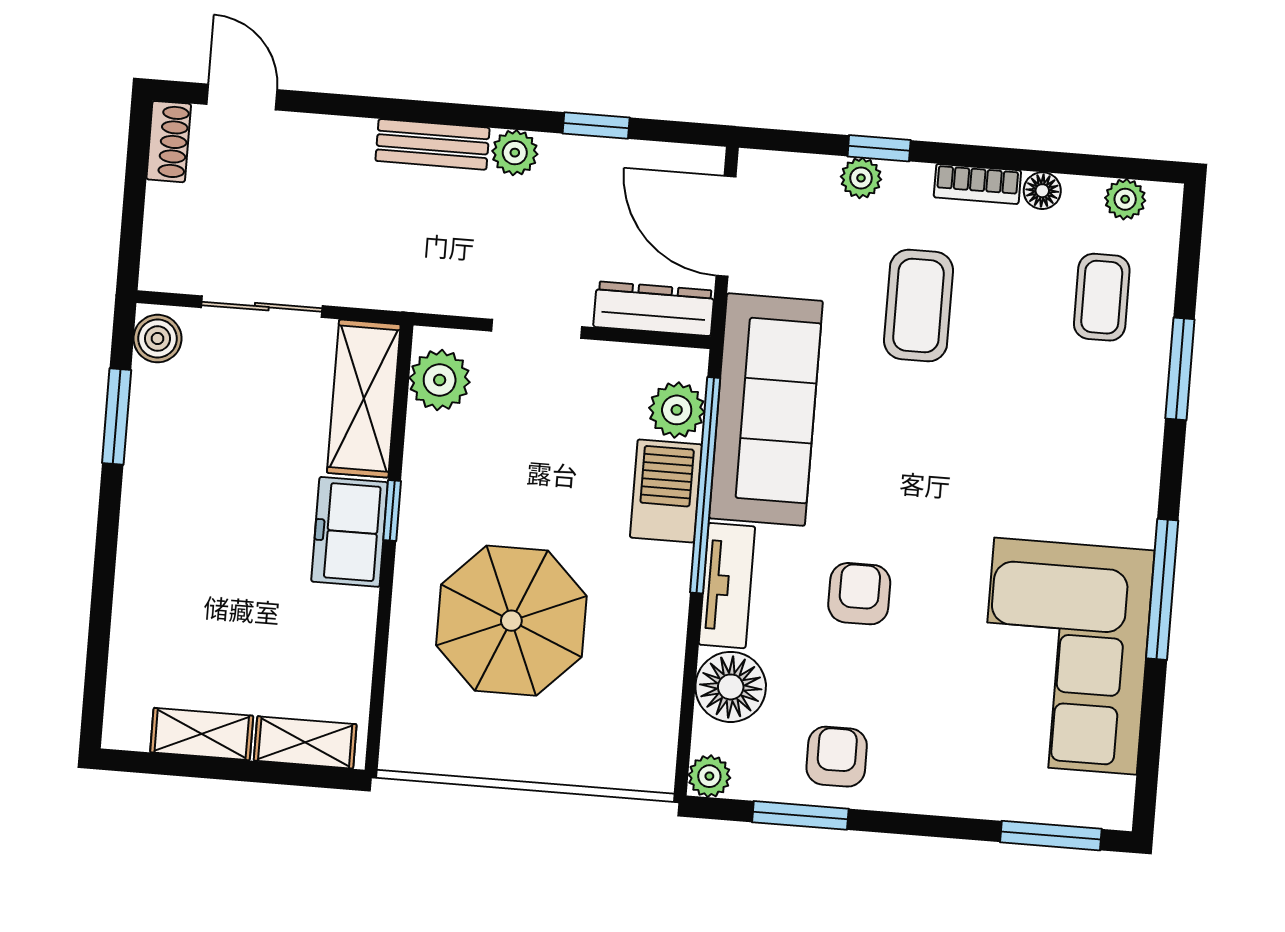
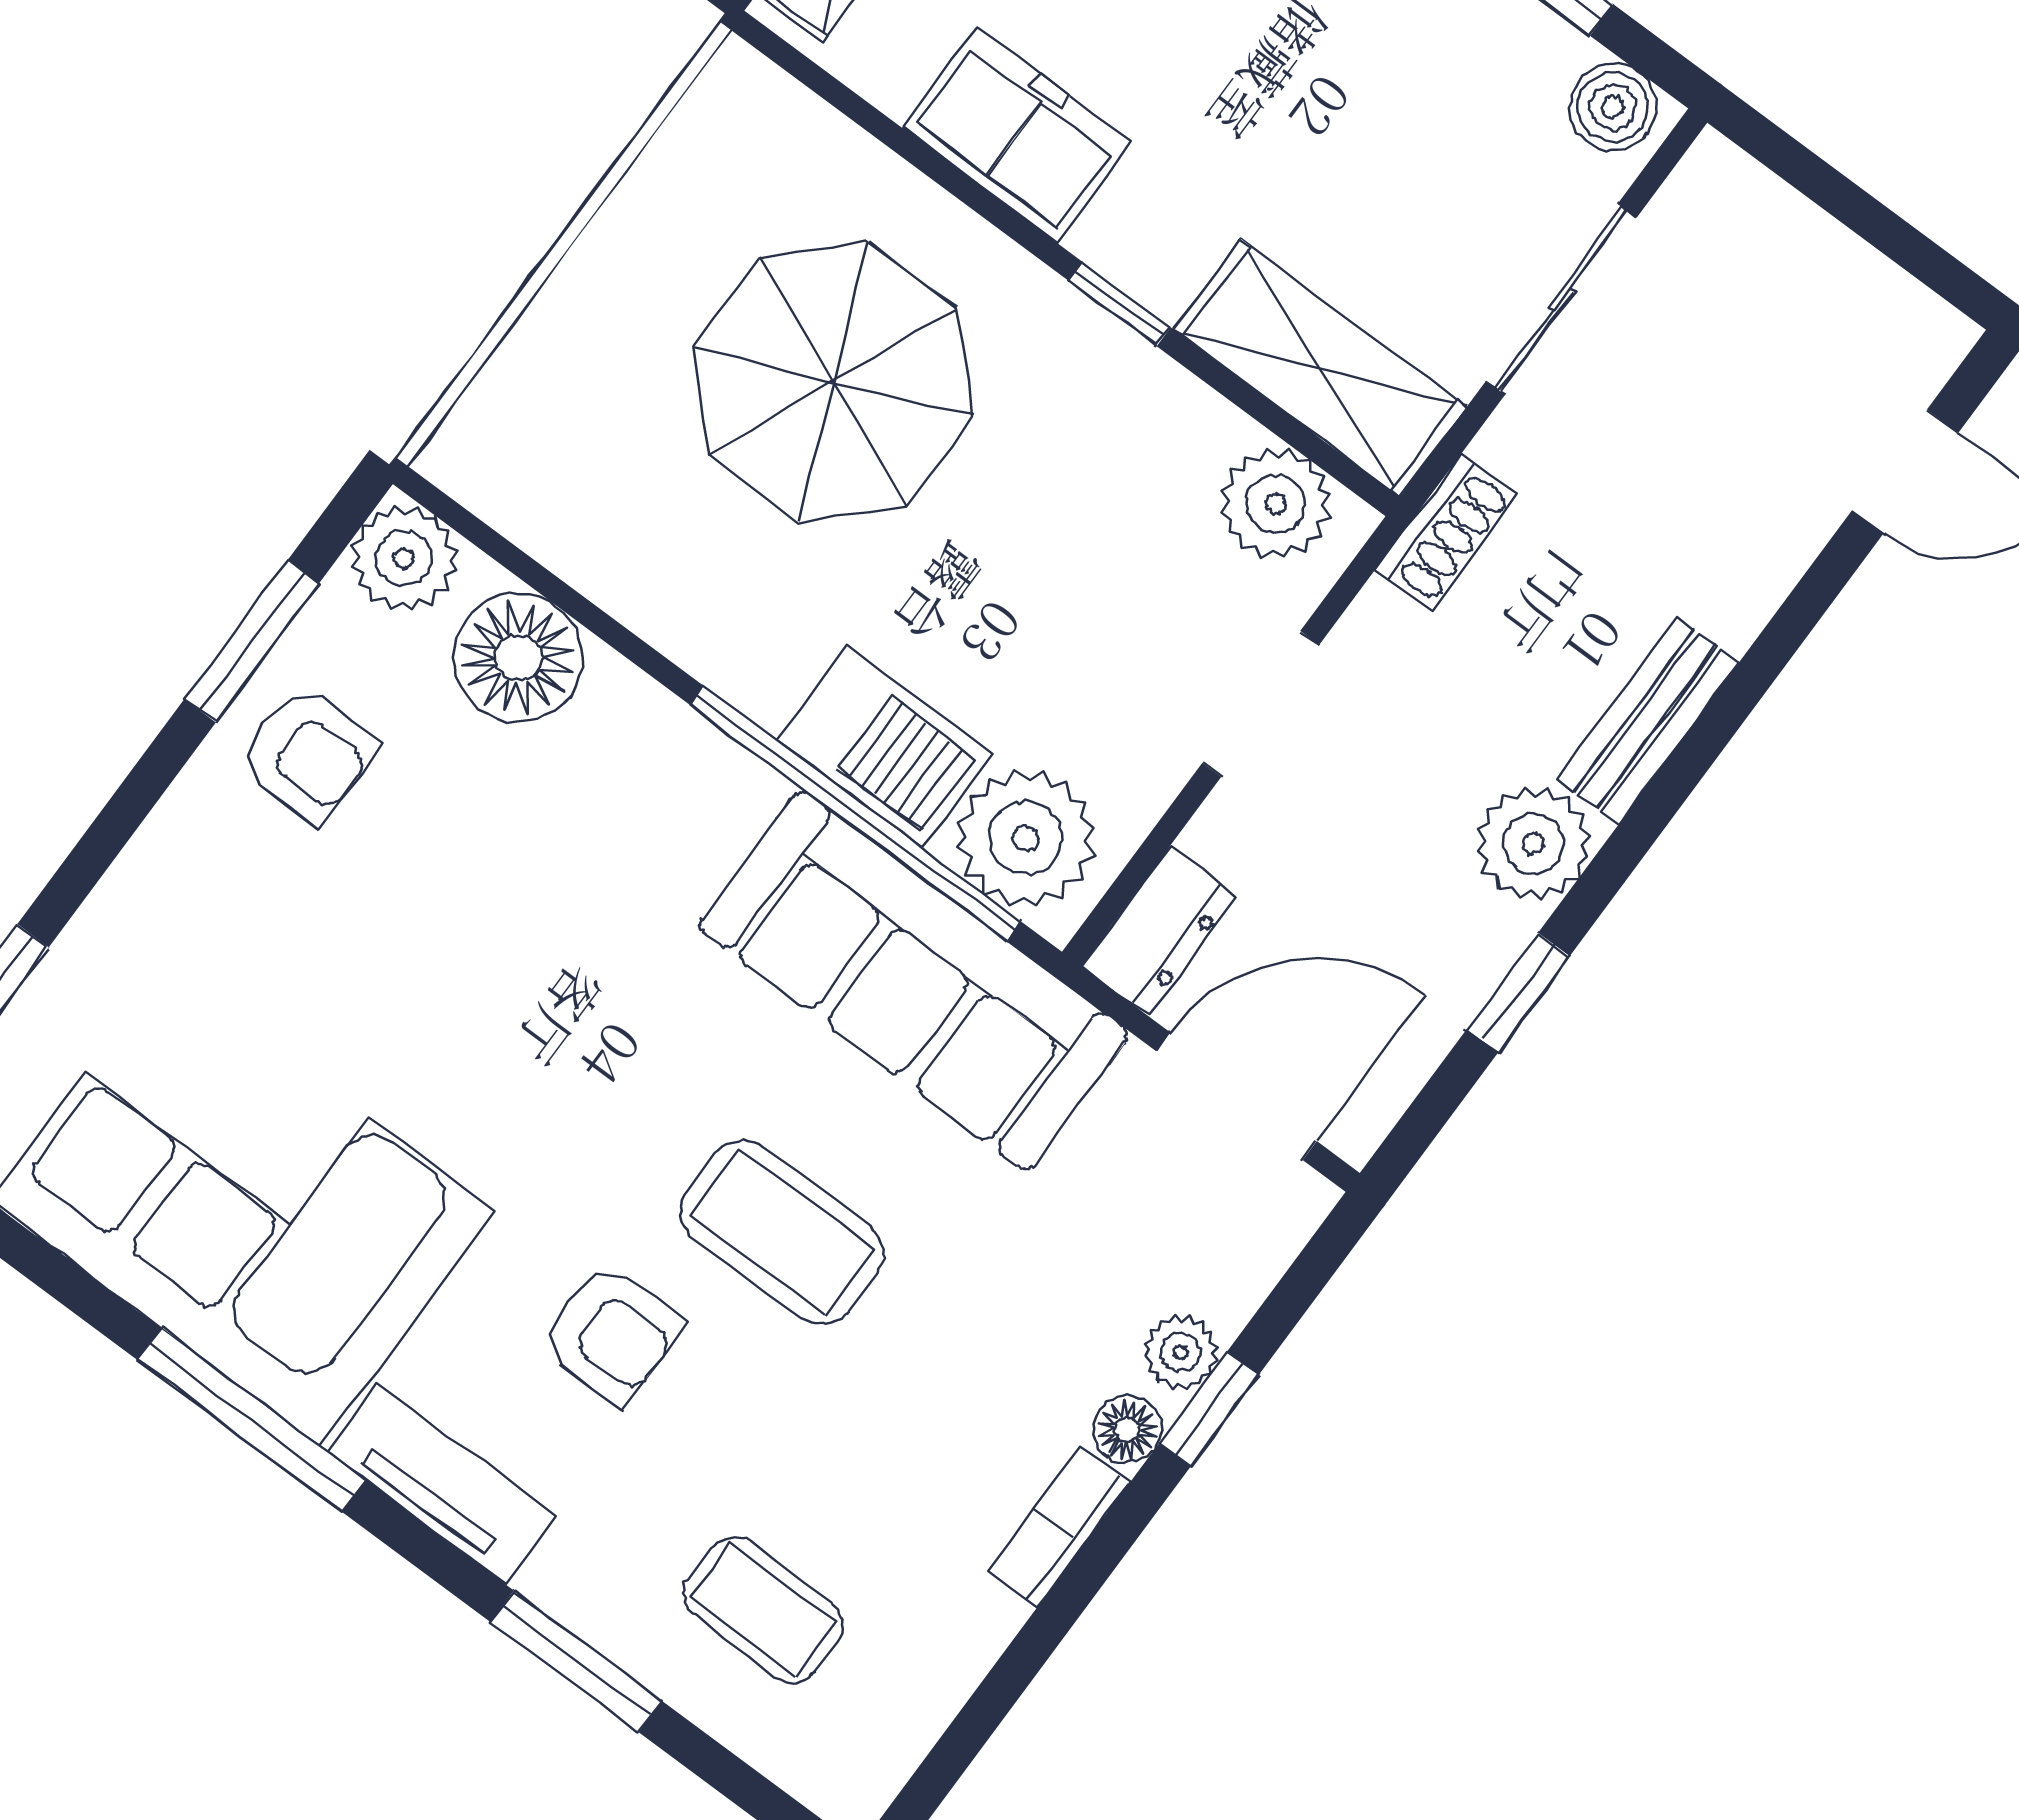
shoe rack: (169, 142) -> (1446, 532), moved, turned -90
plant: (515, 153) -> (1533, 844), width x1.38, depth x1.38
floor lamp: (1042, 191) -> (1127, 1429), moved
plant: (1125, 199) -> (892, 1741), removed
coffee table: (918, 306) -> (782, 1232), moved
dresser: (654, 309) -> (1159, 931), width x0.70
plant: (677, 410) -> (1026, 838), width x1.36, depth x1.36
freezer: (350, 532) -> (1017, 135), moved
tv unit: (727, 586) -> (441, 1484), moved, turned 180
armchair: (859, 594) -> (611, 1334), moved
plant: (709, 776) -> (404, 558), width x1.38, depth x1.38

